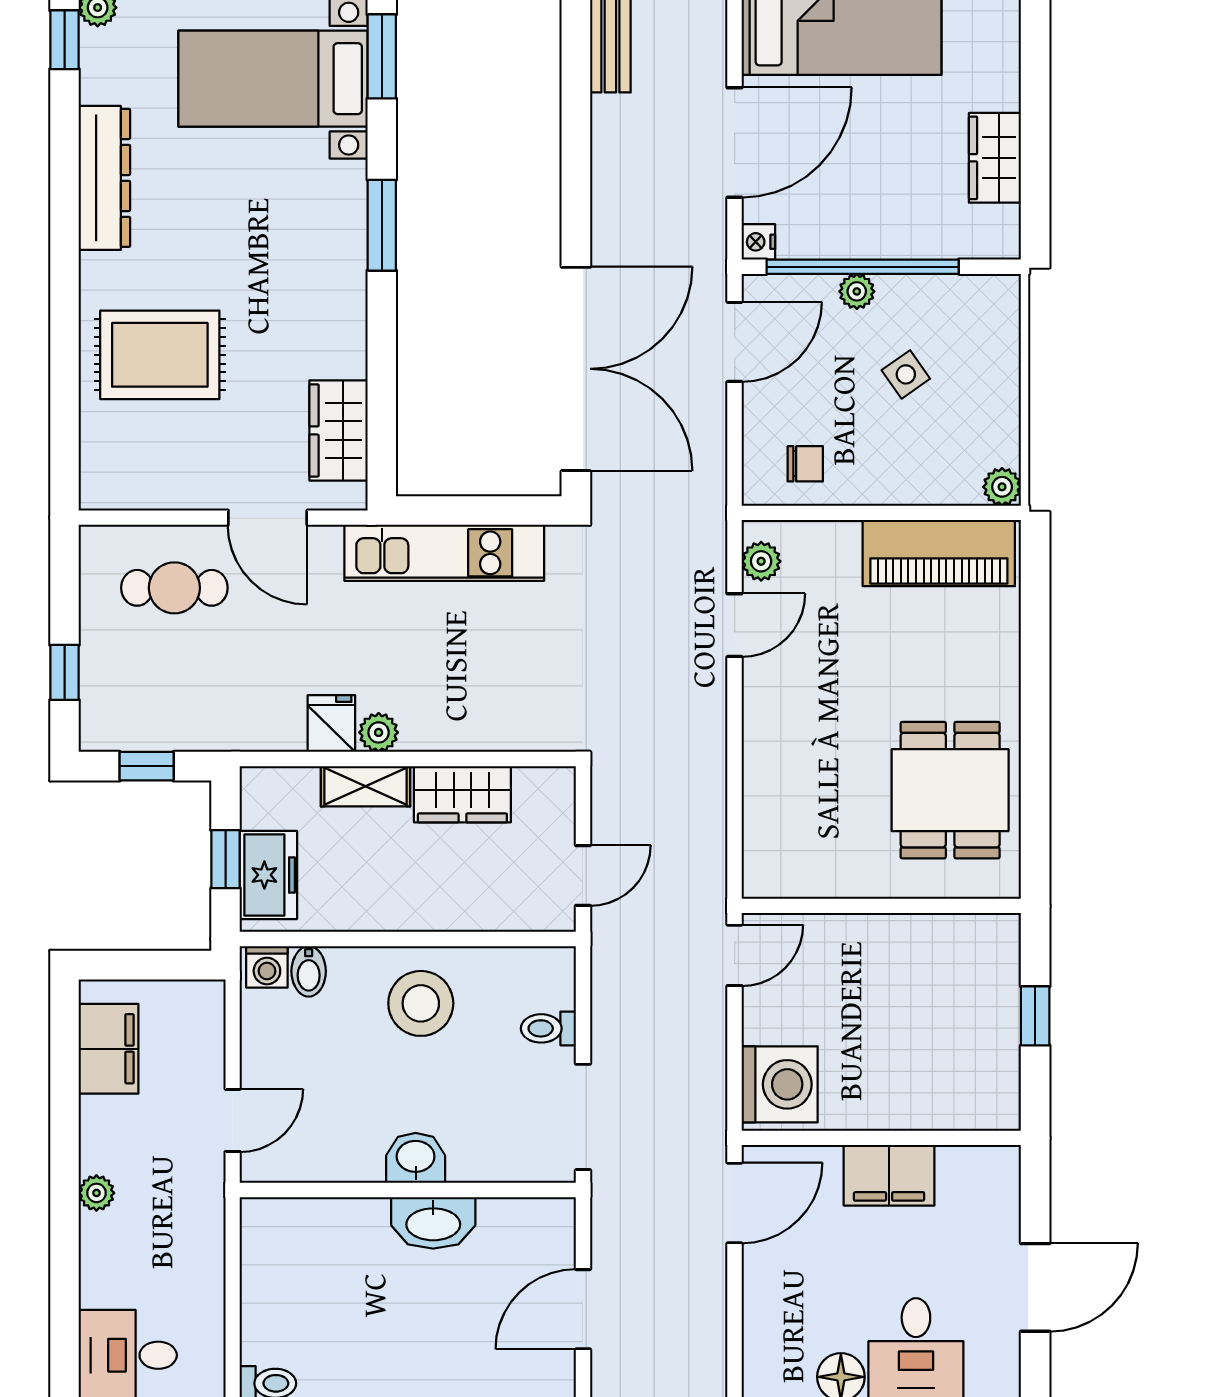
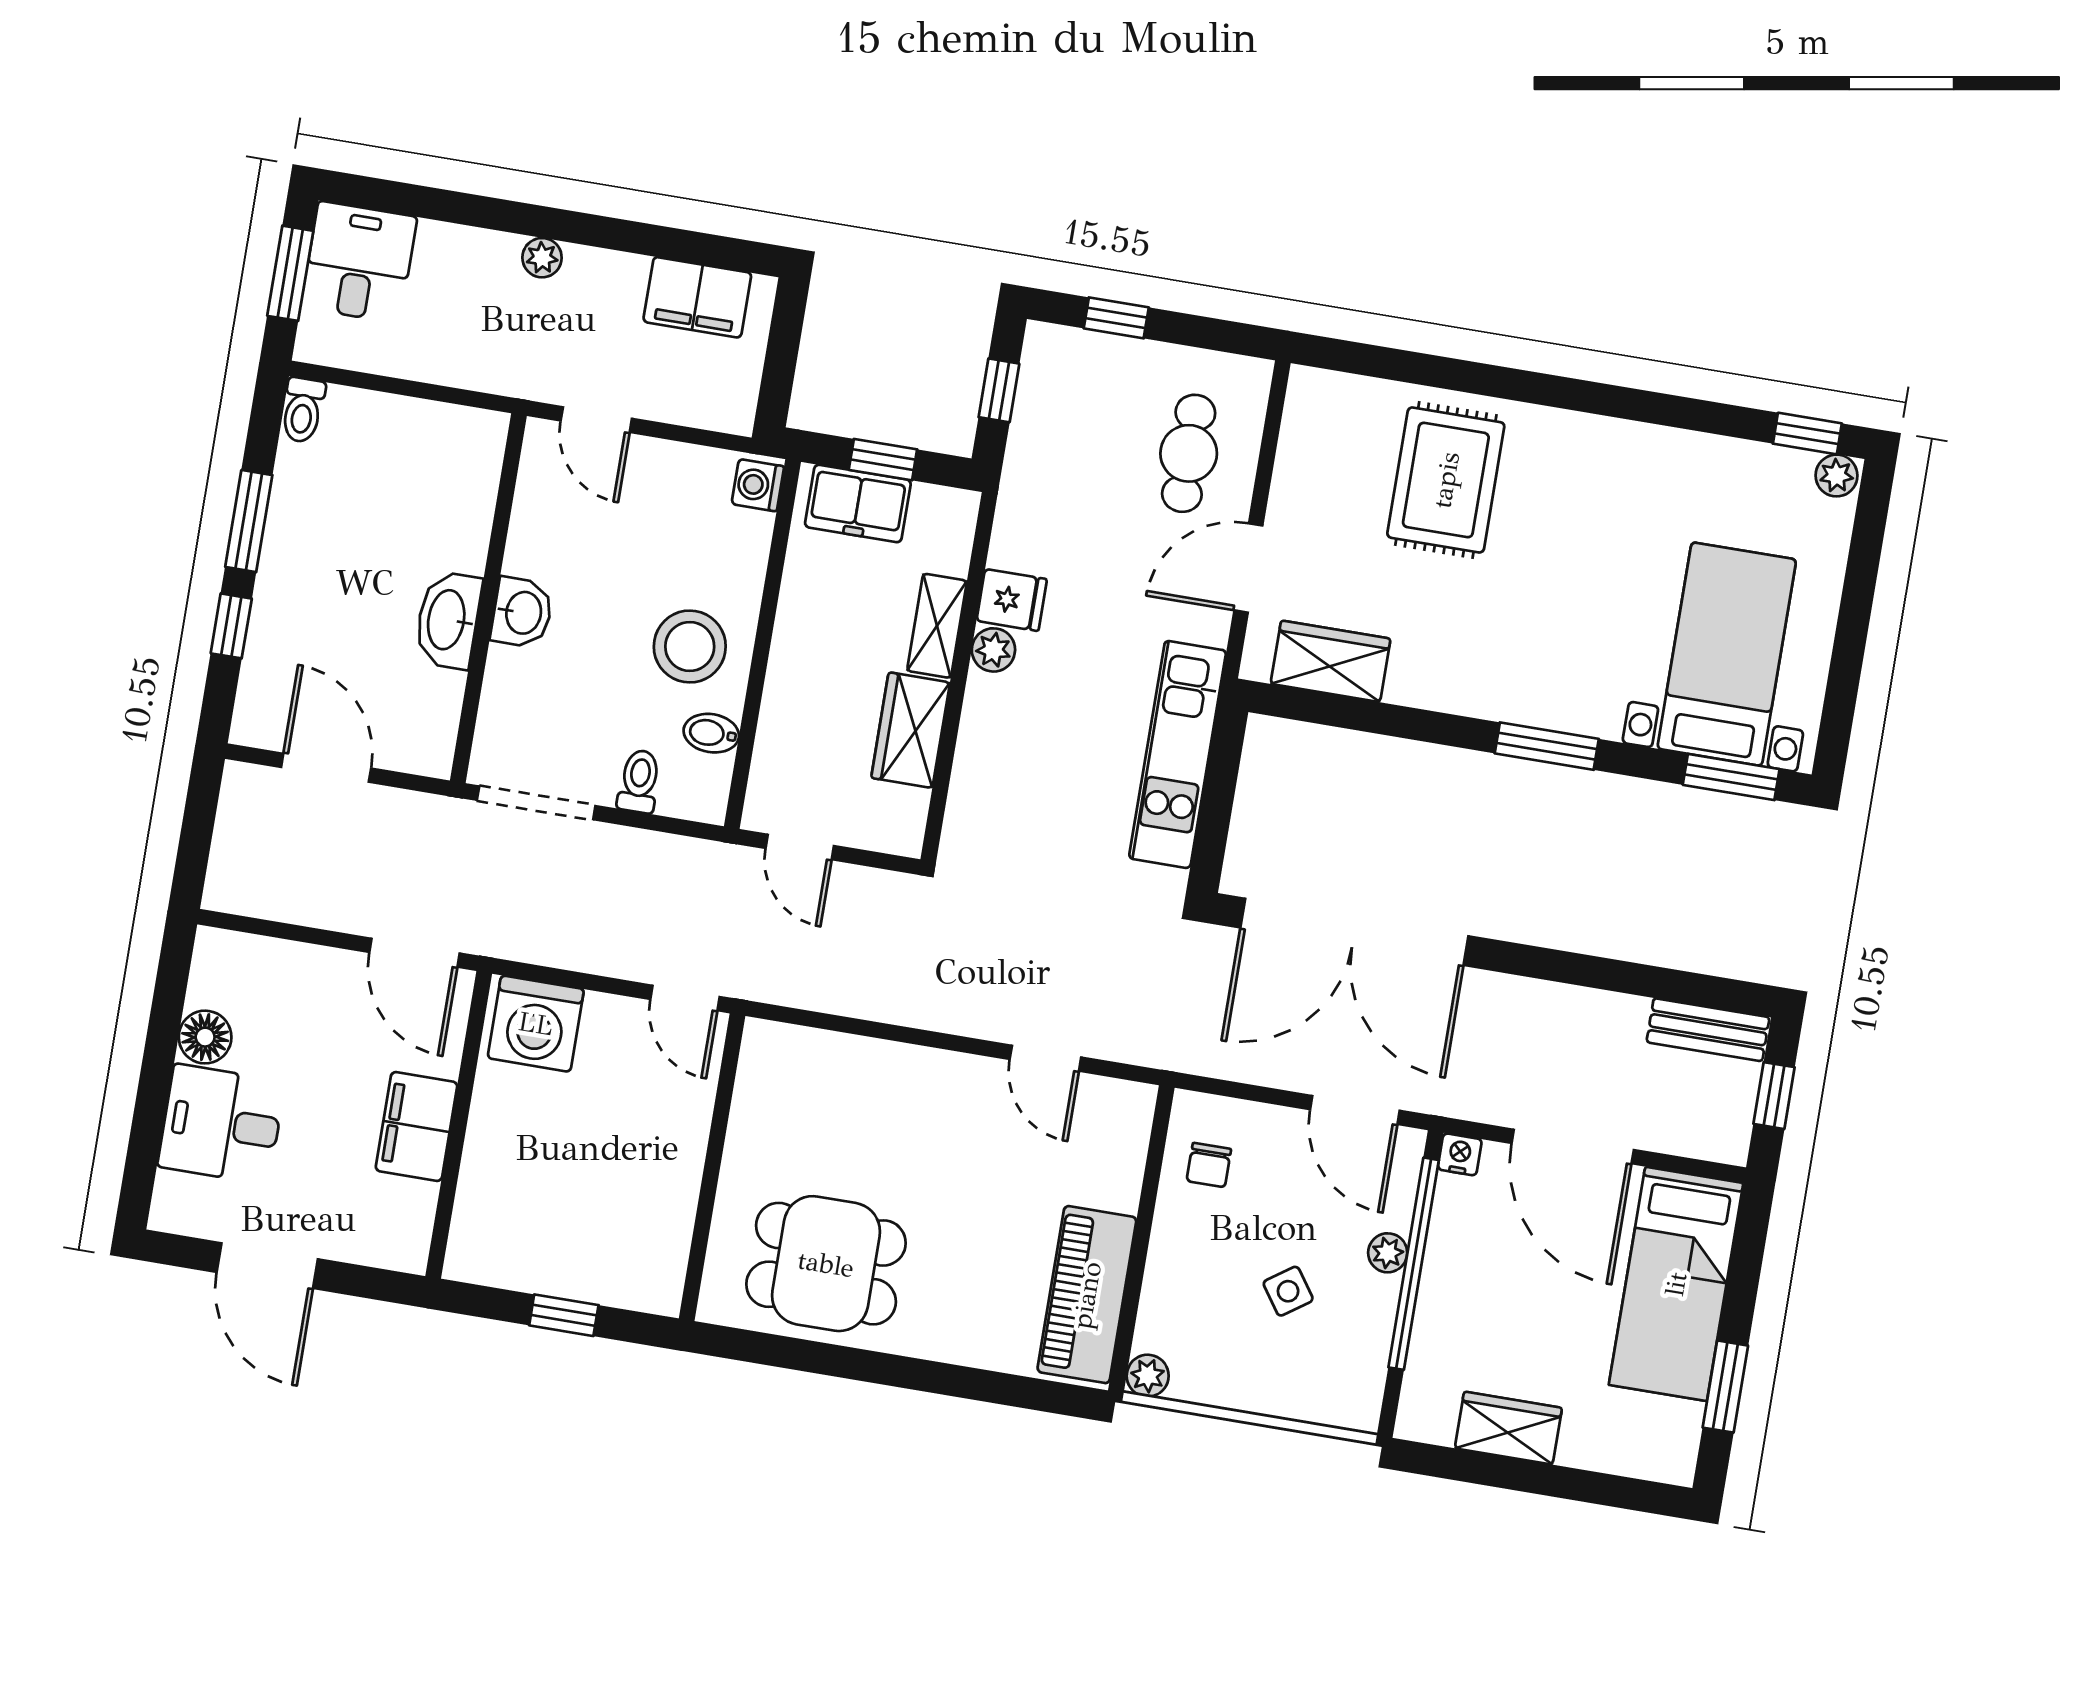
dresser: (104, 178) -> (1649, 452), removed
plant: (761, 561) -> (1110, 1099), removed
bidet: (309, 971) -> (711, 733), moved

